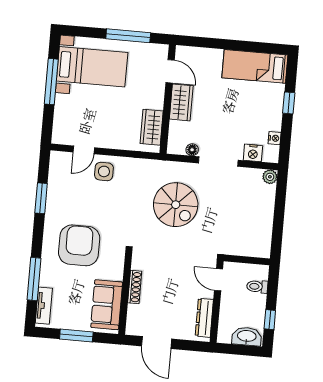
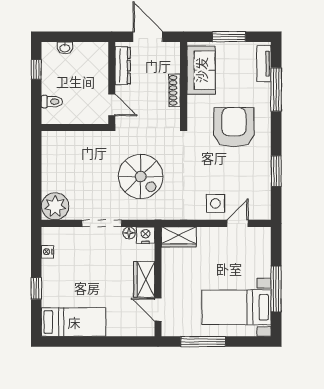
wardrobe: (152, 127) -> (179, 237), moved, turned 90
nightstand: (253, 153) -> (146, 235), moved
plant: (270, 177) -> (55, 206), width x1.88, depth x1.88
spiral stairs: (176, 205) -> (141, 176), turned 180
armchair: (79, 245) -> (234, 127), turned 180
door: (219, 280) -> (112, 105), moved
wall: (217, 302) -> (112, 83), moved
dresser: (204, 318) -> (123, 66), moved
washbasin: (247, 336) -> (65, 48), width x0.52, depth x0.69

